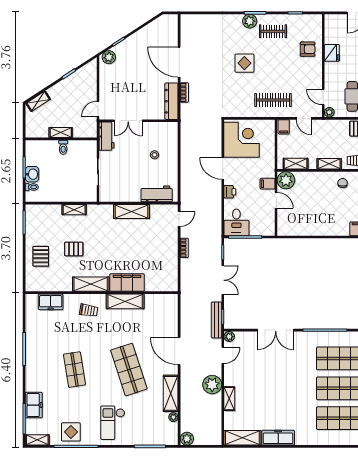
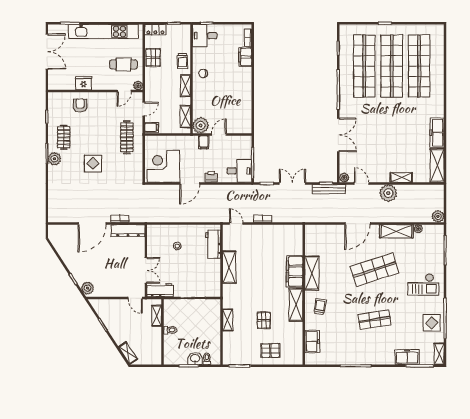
shelving: (61, 132) -> (157, 316), moved

